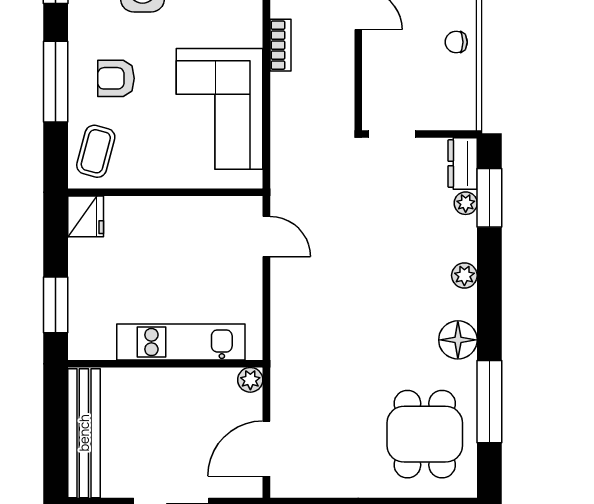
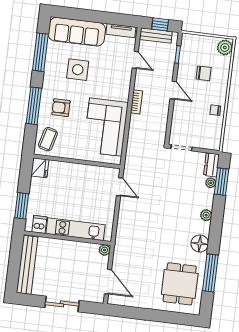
dishwasher: (100, 341) -> (39, 224), added
door: (266, 449) -> (108, 282), swing flipped

